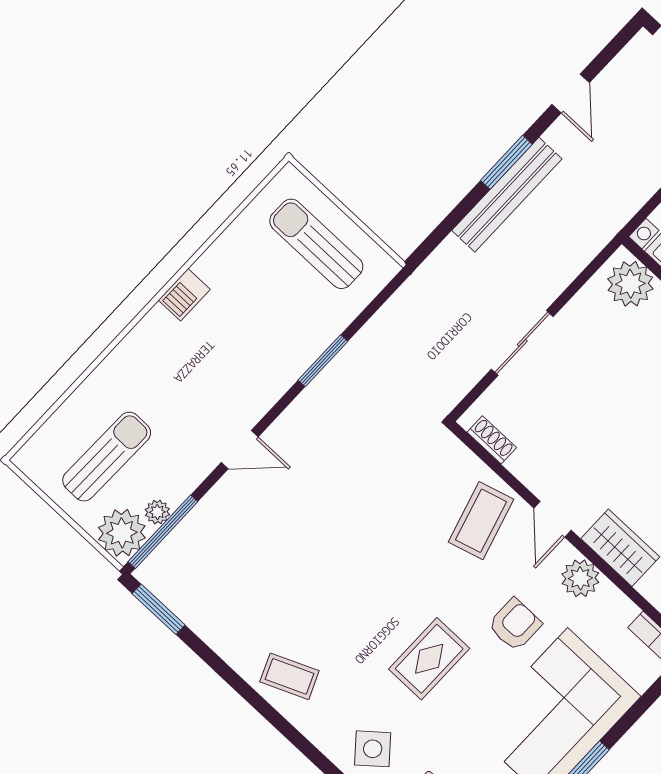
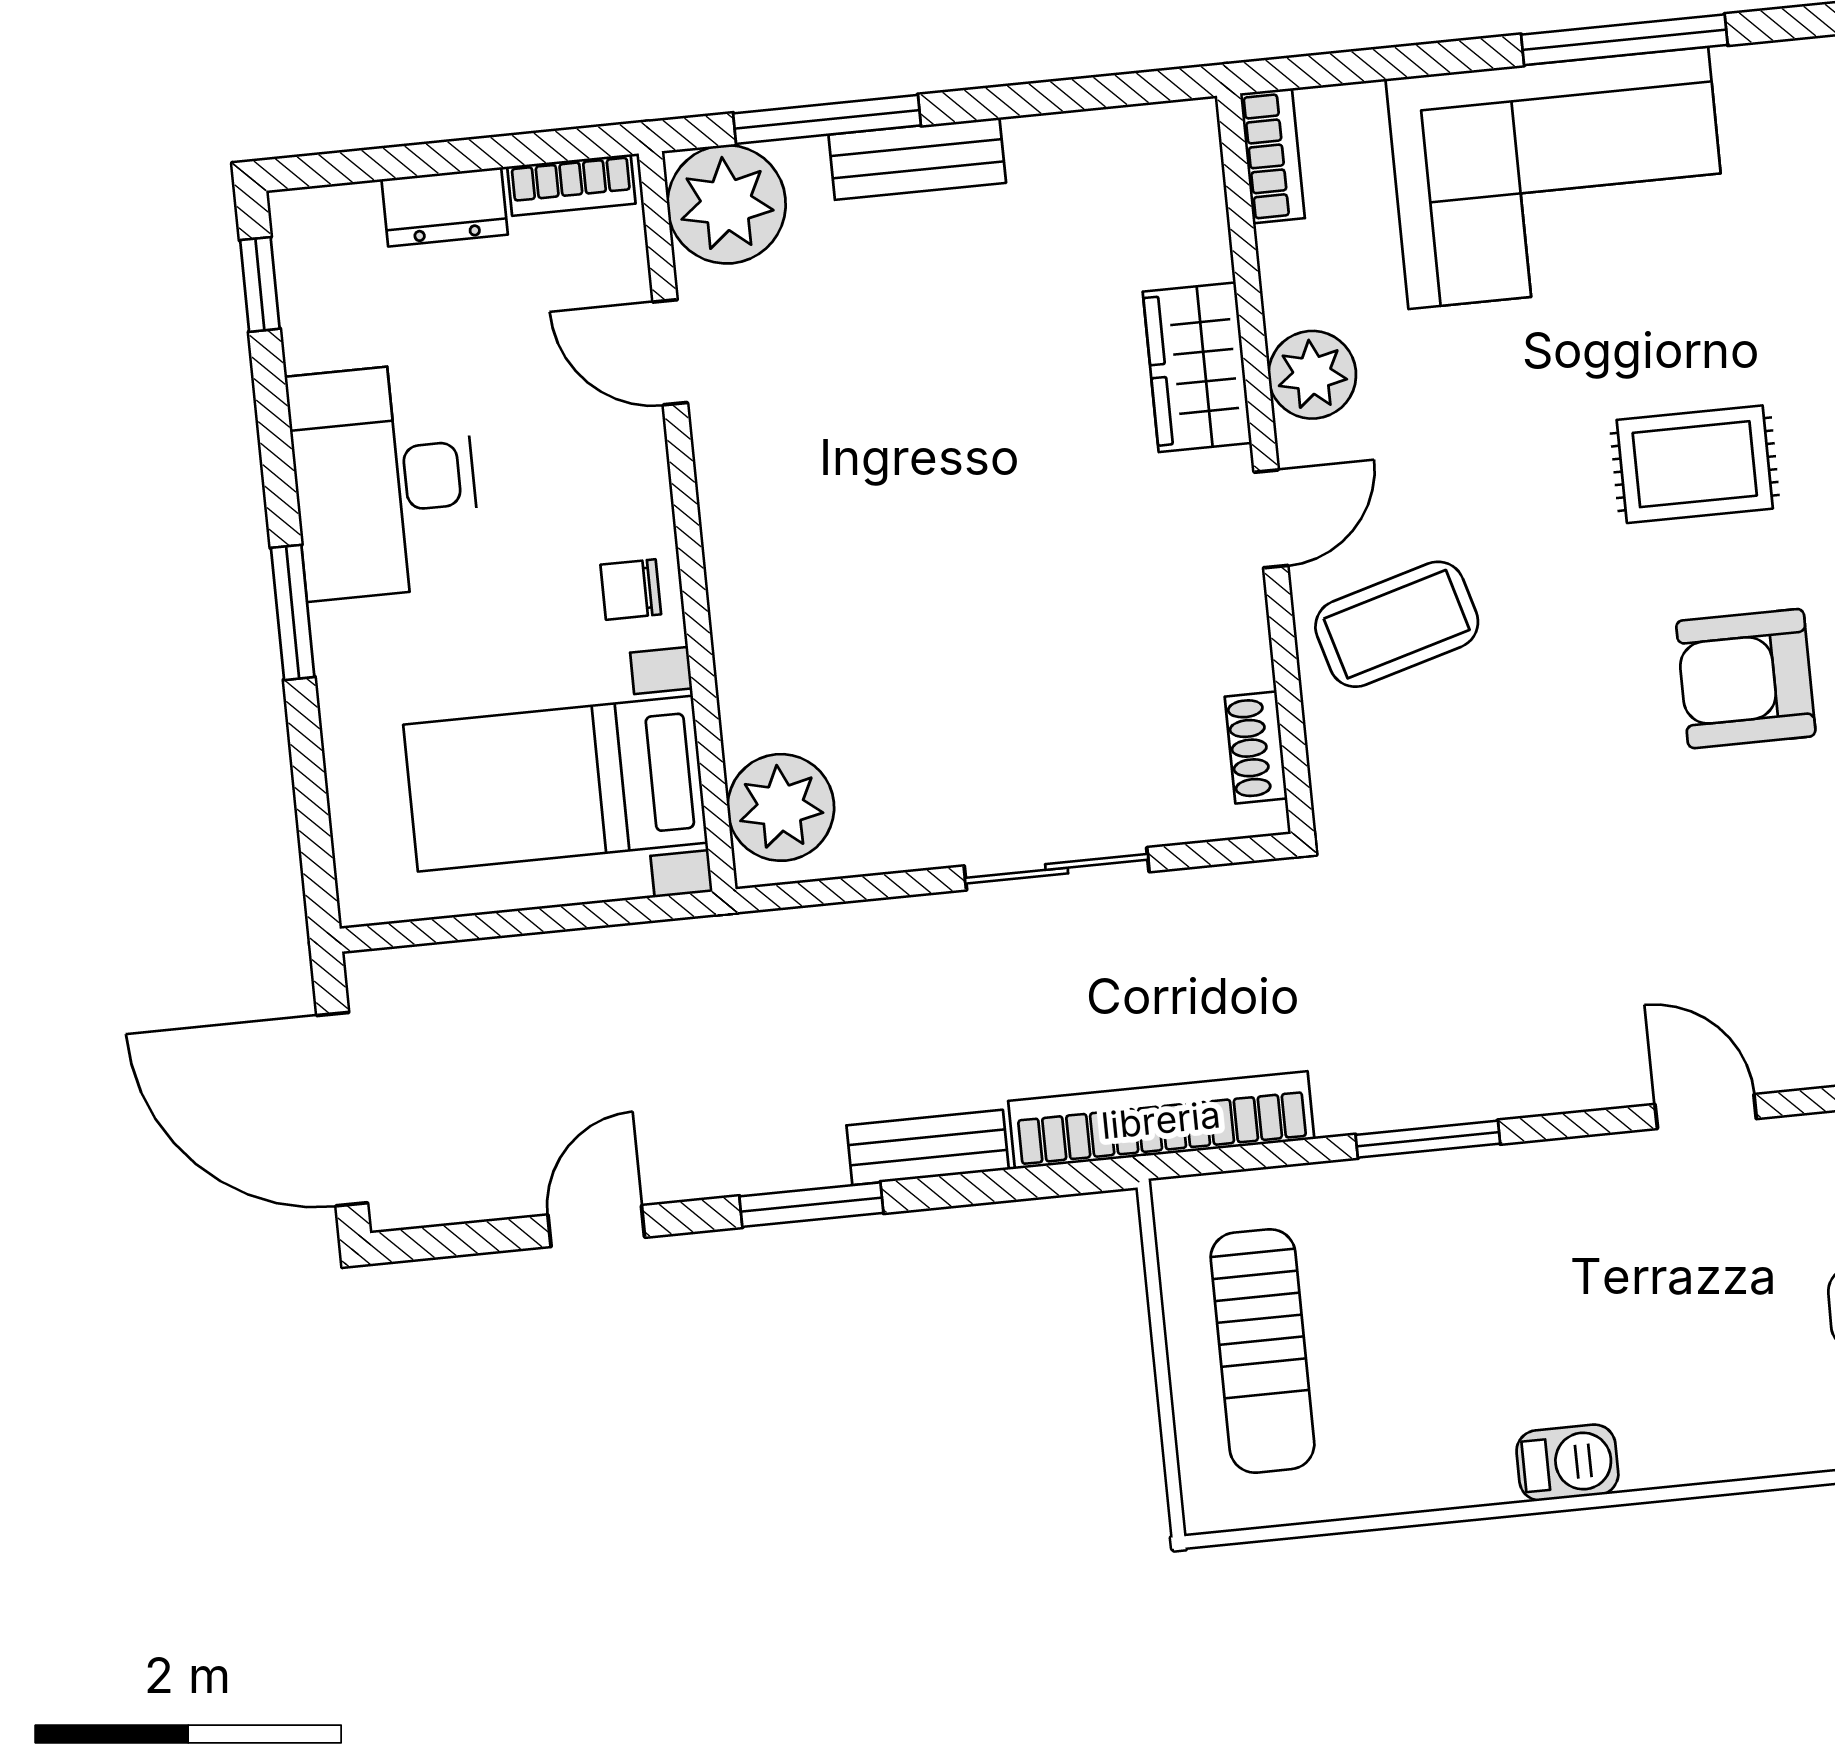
bench: (507, 195) -> (928, 1147), width x0.54, depth x0.82
bookcase: (416, 291) -> (1161, 1120), added
armchair: (515, 625) -> (1746, 679), moved, width x1.38, depth x1.38

